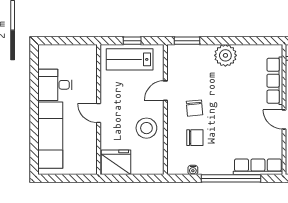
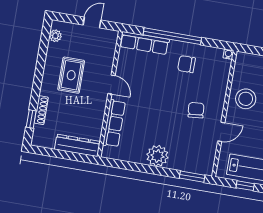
chair: (195, 138) -> (186, 64), moved
water cooler: (193, 170) -> (228, 54), moved

